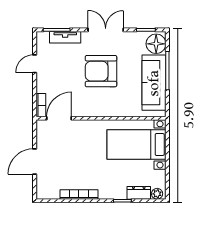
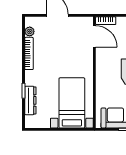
dresser: (139, 193) -> (30, 100), width x1.44
plant: (157, 194) -> (30, 31), moved

